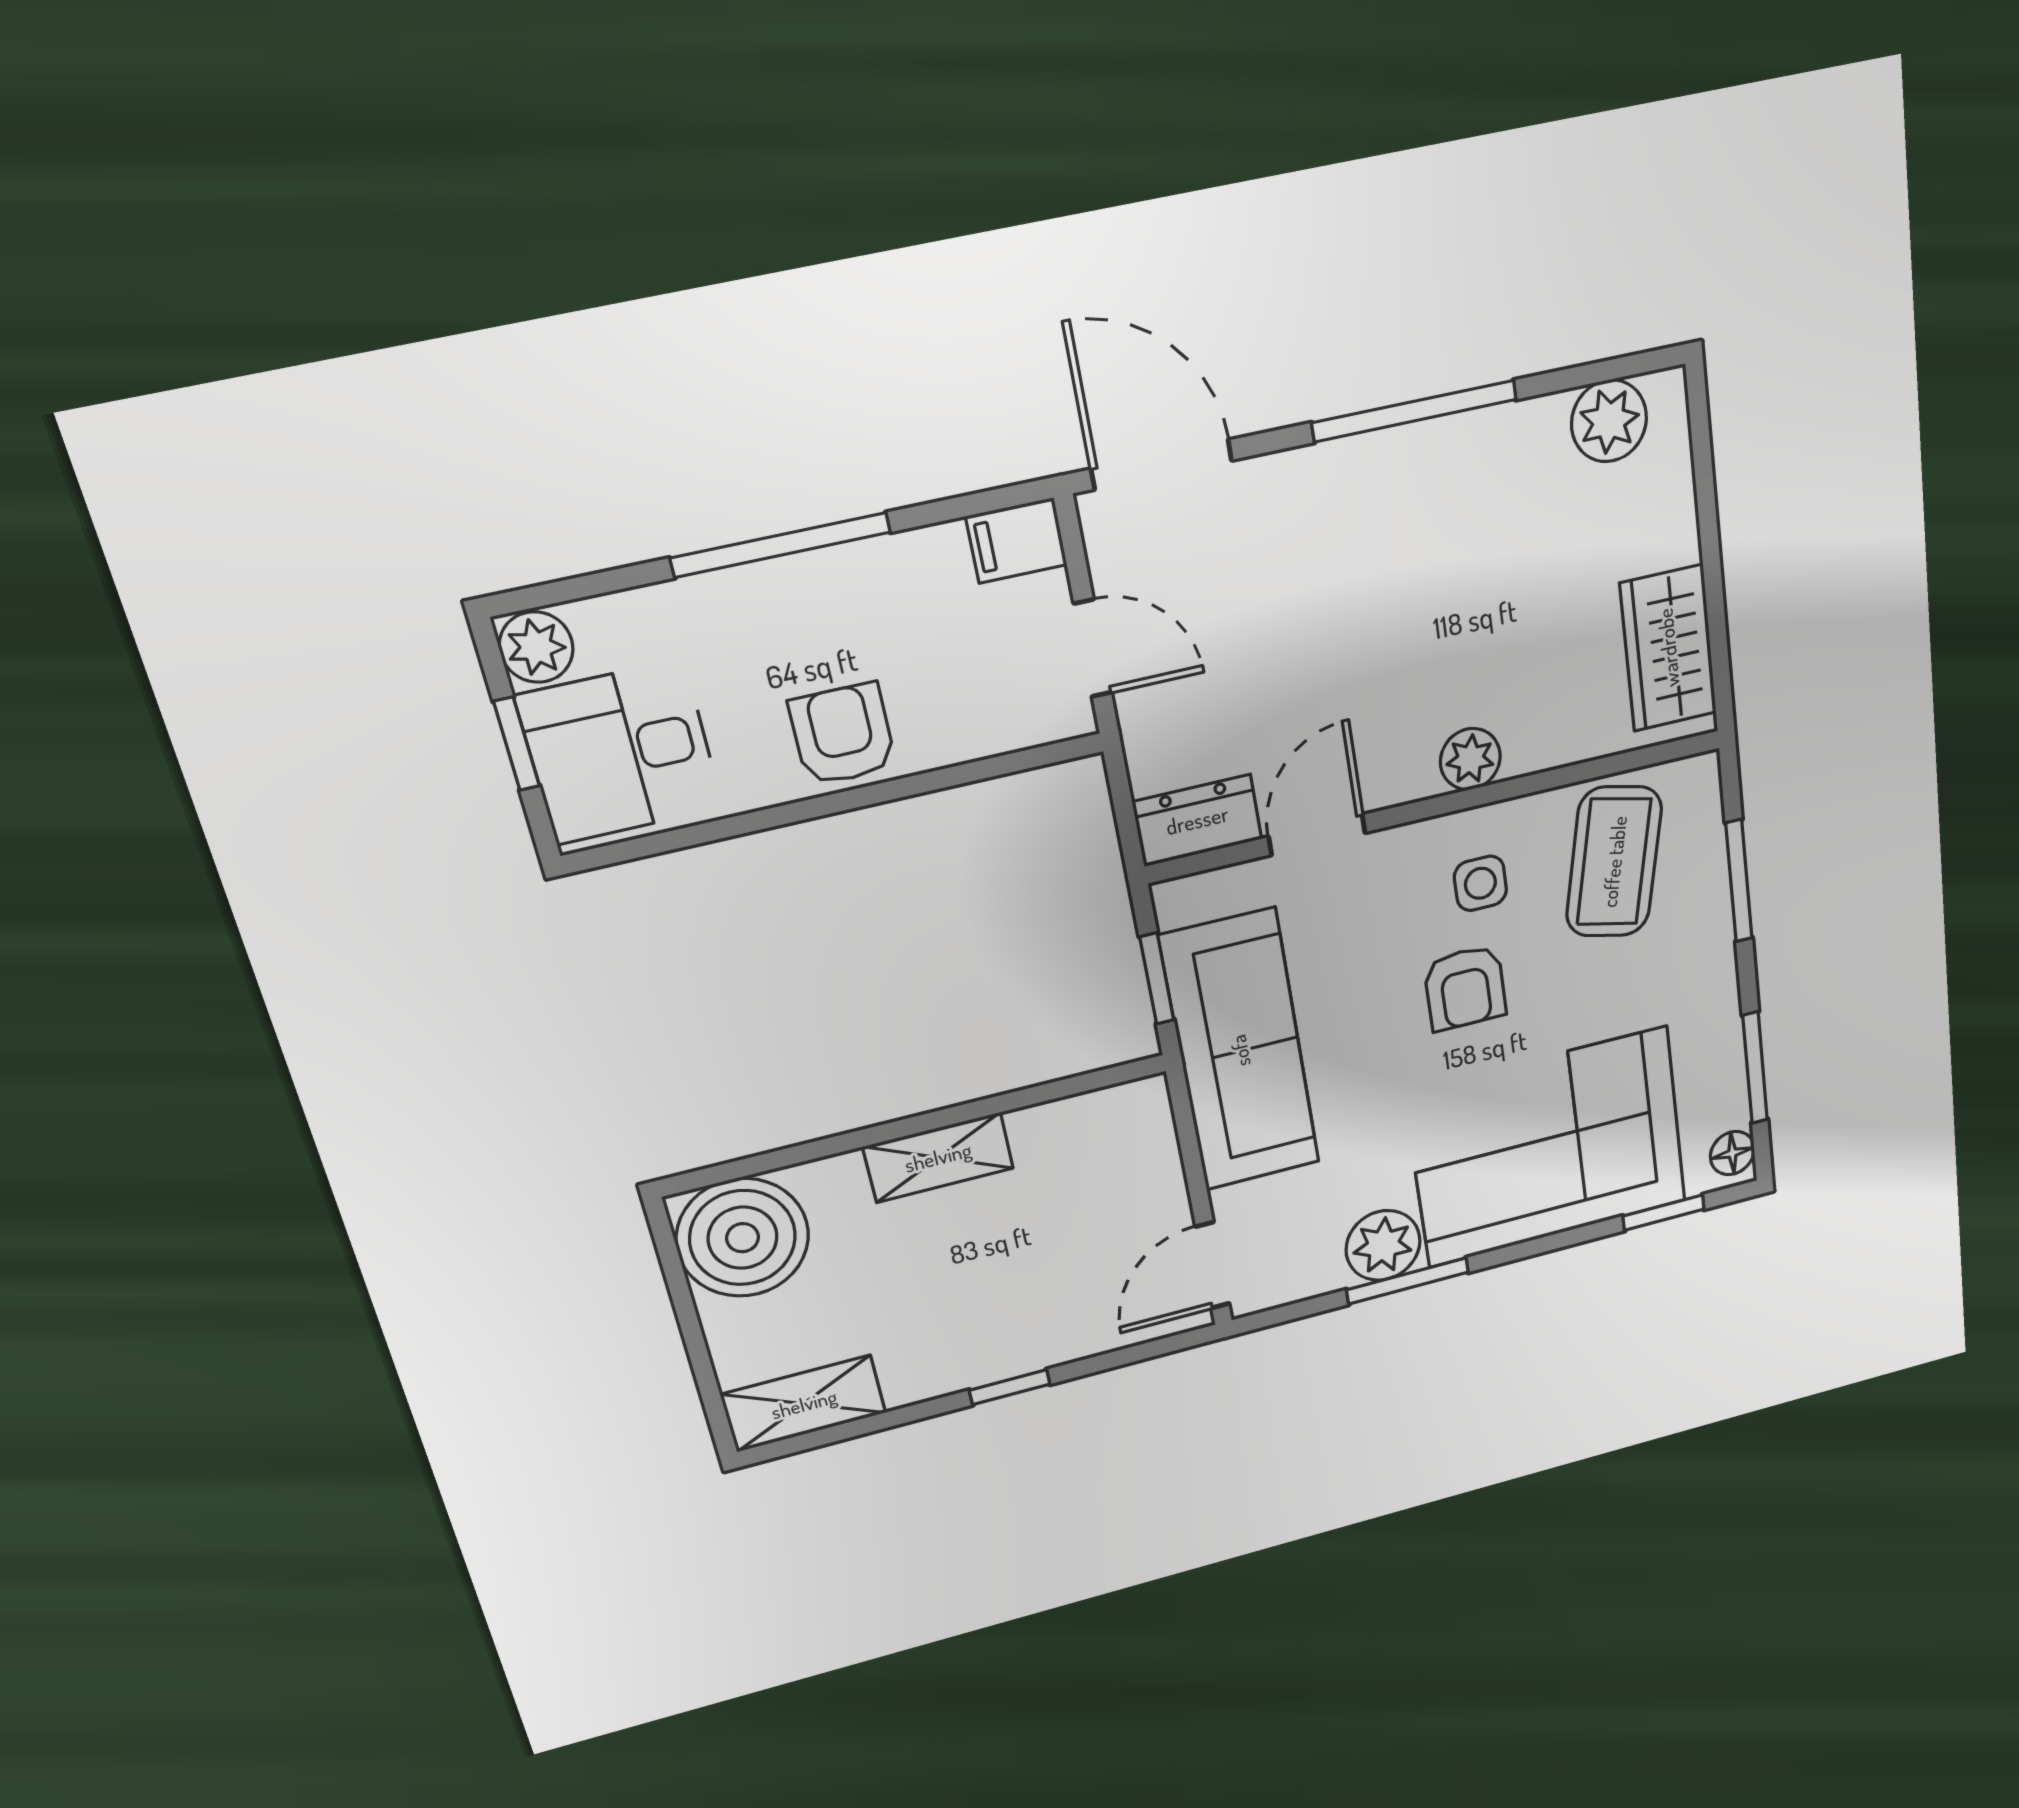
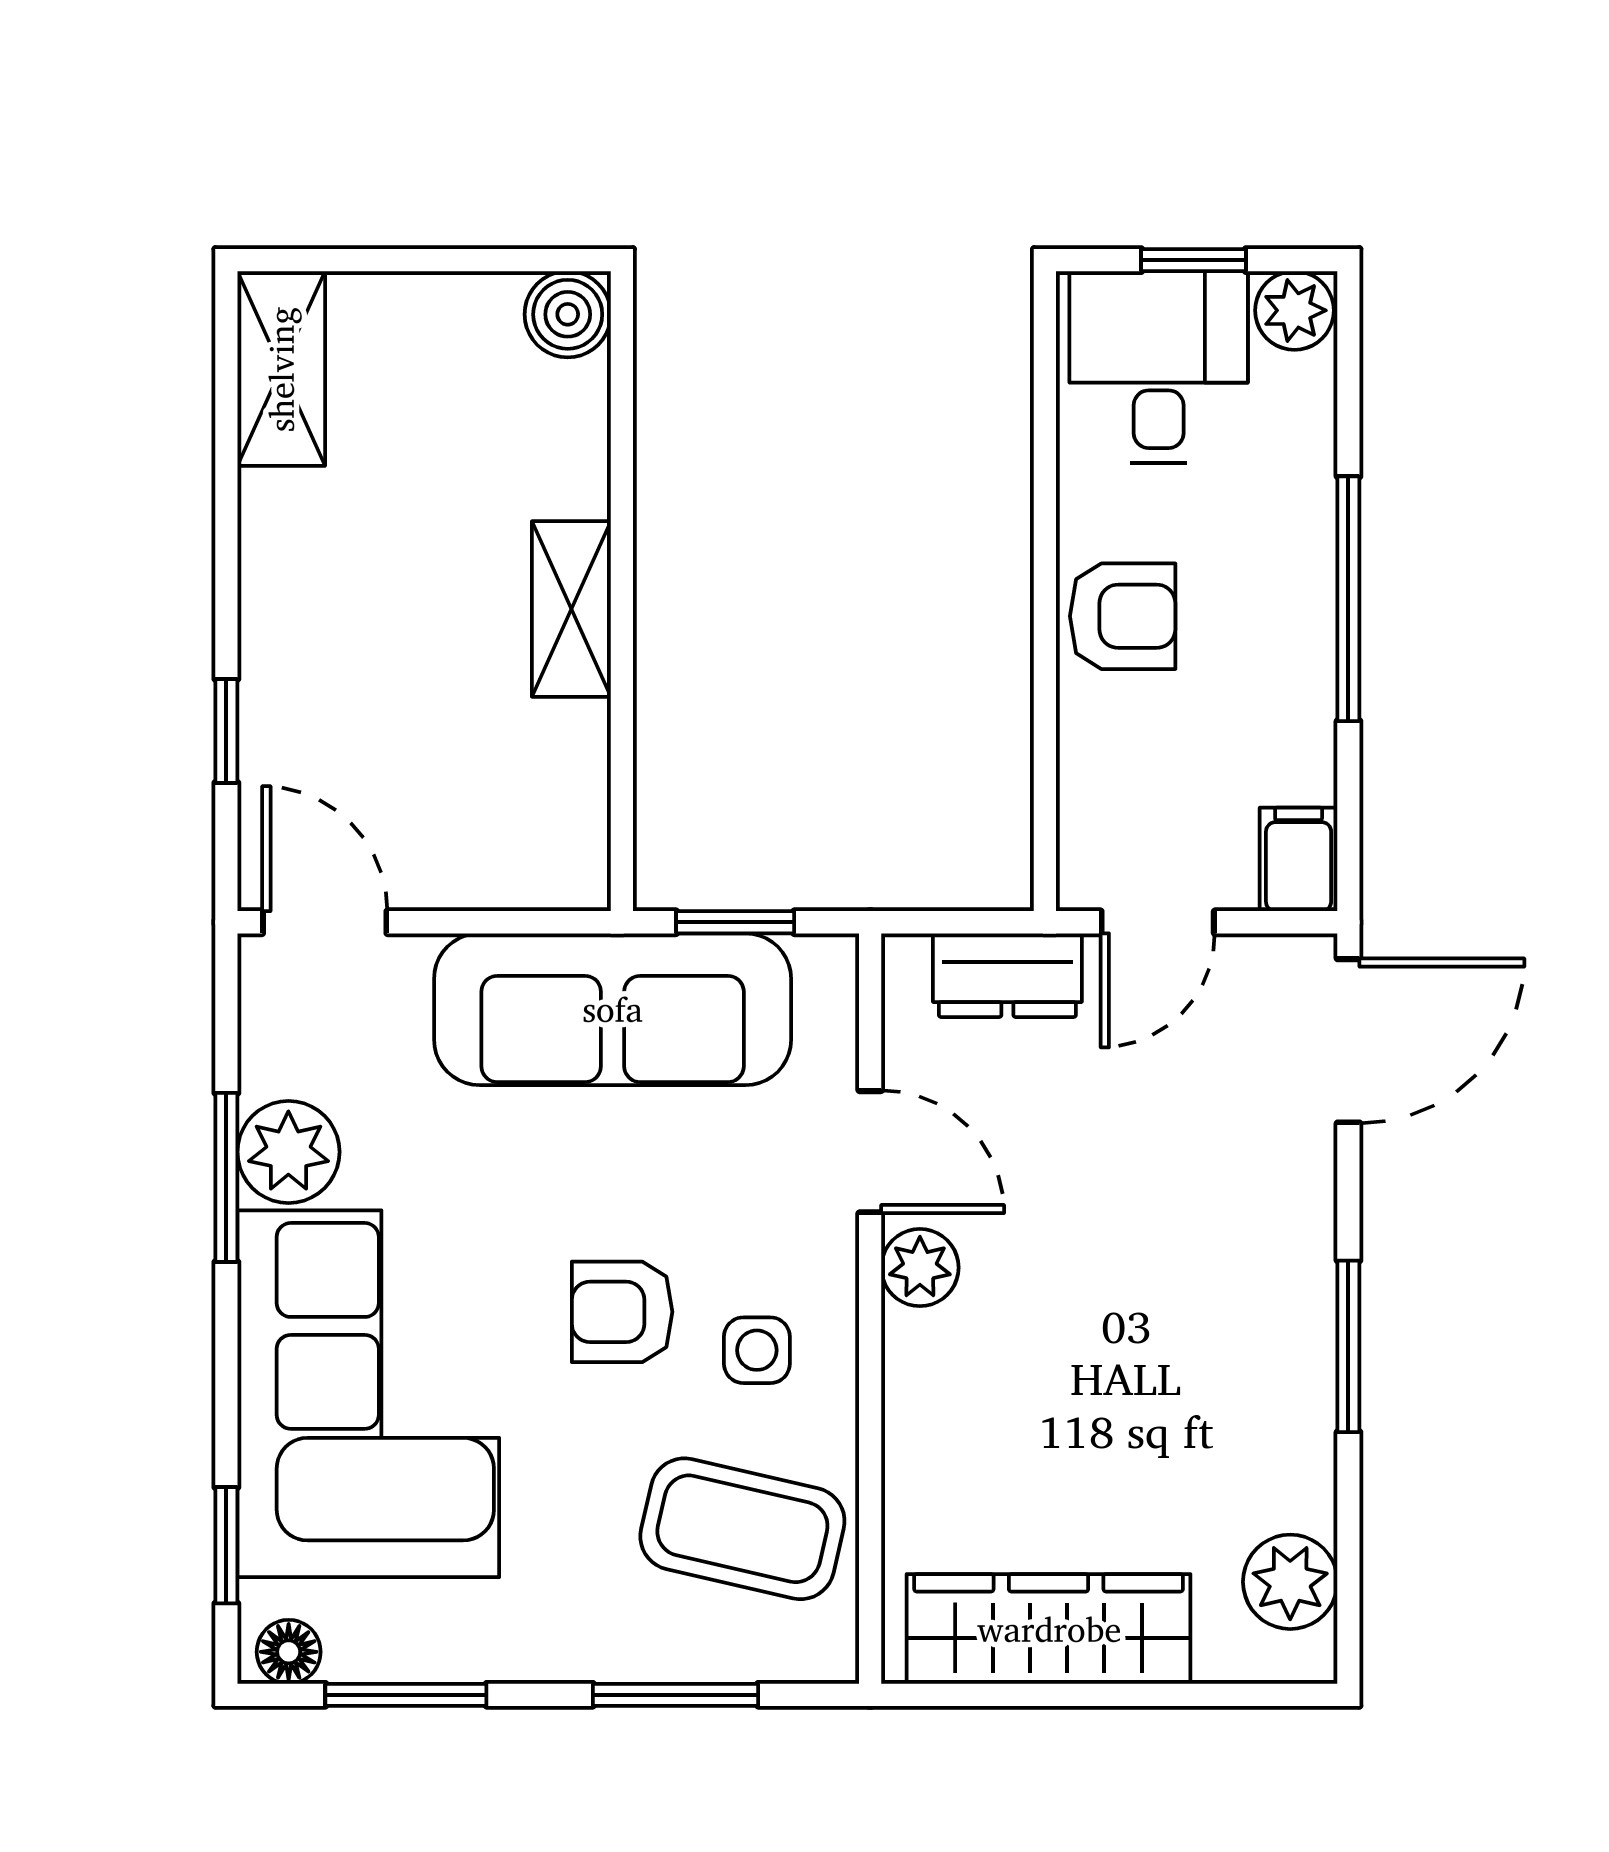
window: (1414, 411) -> (1348, 1346), width x0.69
wardrobe: (1668, 648) -> (1049, 1629), width x1.50
plant: (1470, 759) -> (920, 1268), moved
dresser: (1197, 820) -> (1007, 975), moved, turned 90
boiler: (743, 1238) -> (568, 314), width x0.54, depth x0.54
window: (1010, 1387) -> (226, 731), moved

